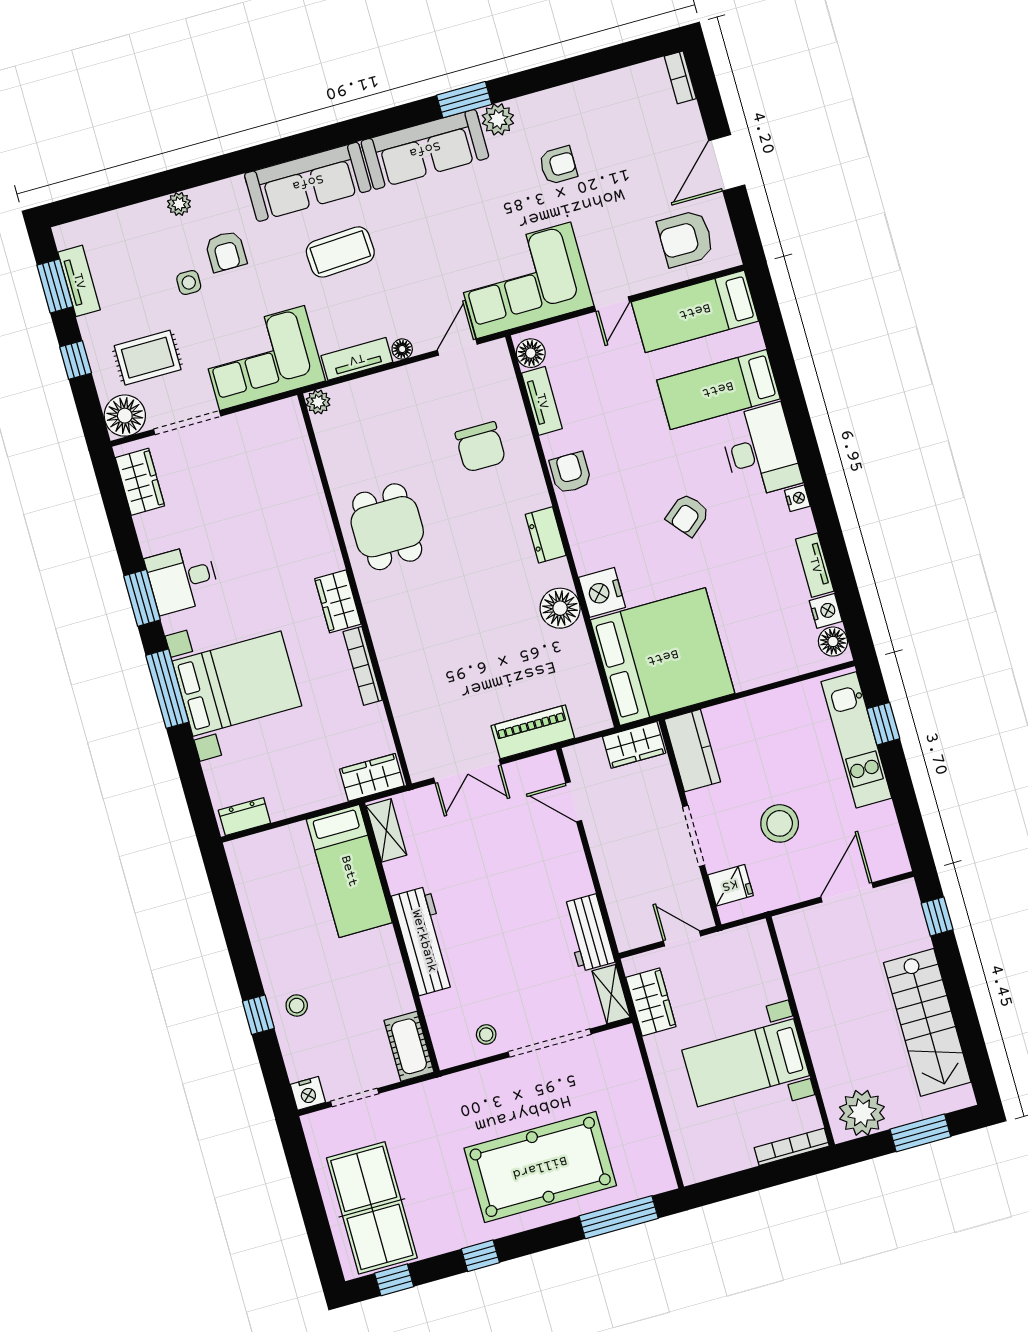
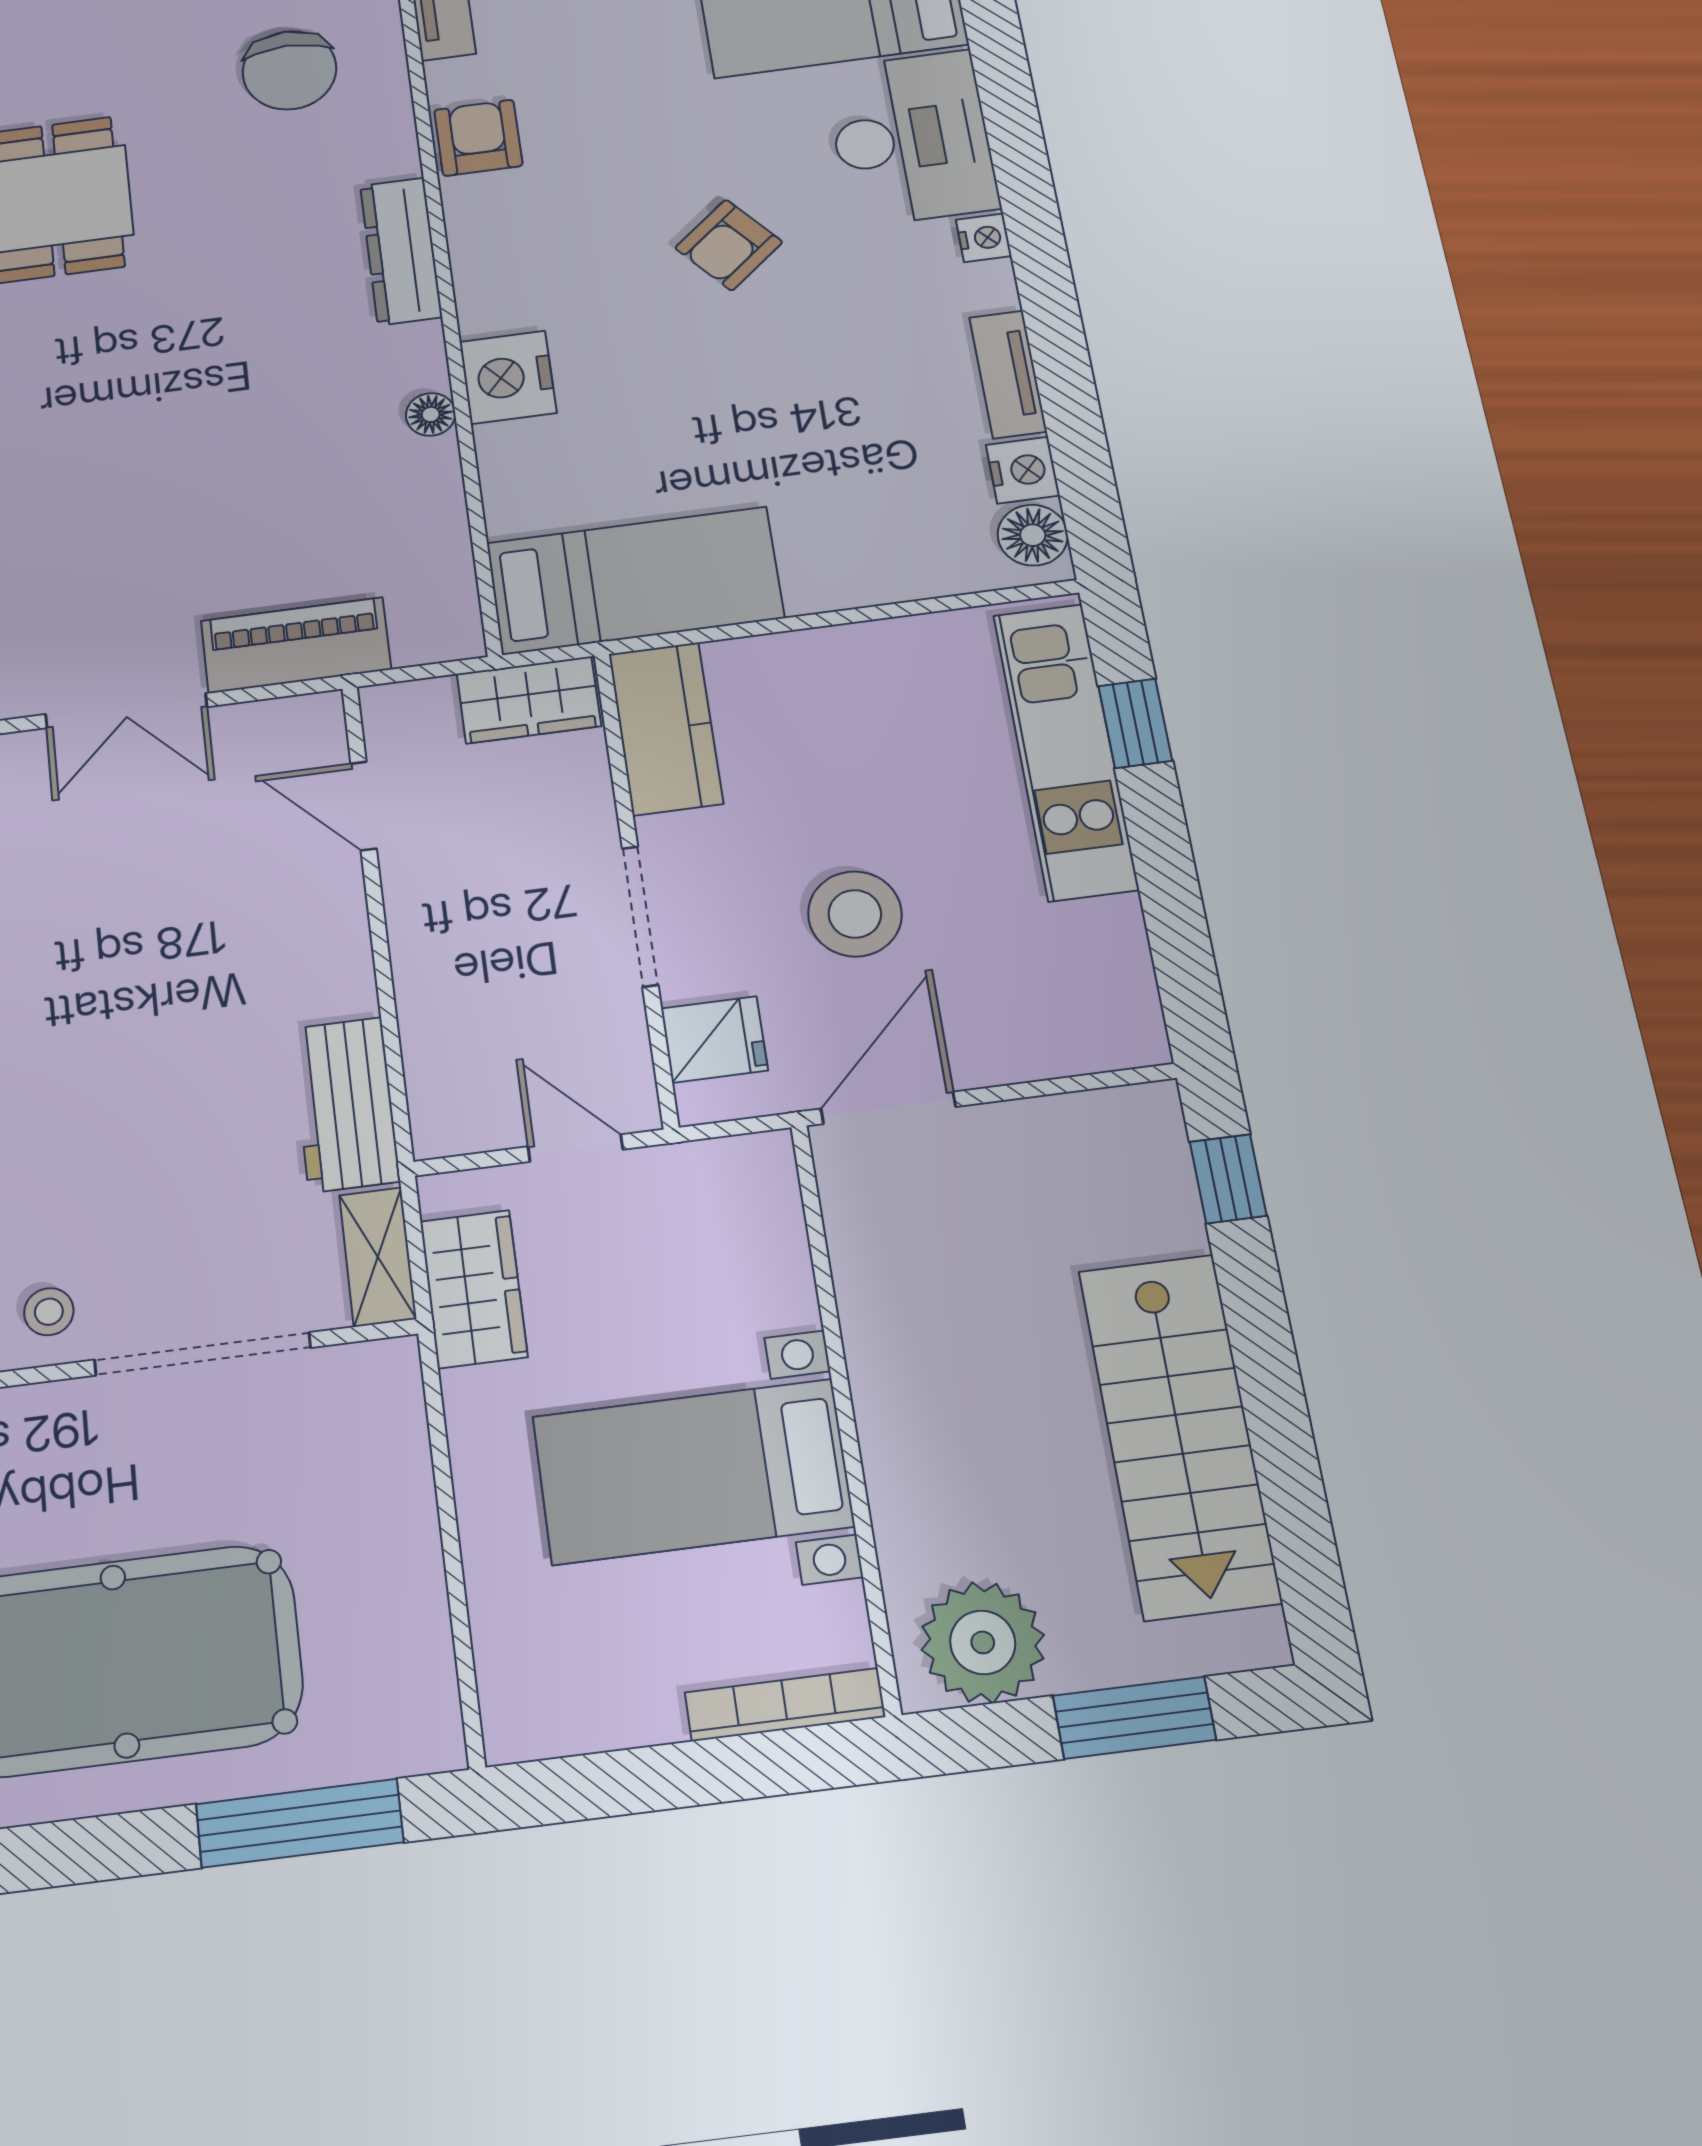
dresser: (546, 535) -> (401, 251), width x1.44
floor lamp: (560, 608) -> (431, 414), width x0.53, depth x0.53
bed: (663, 657) -> (635, 580), width x0.49
door: (847, 892) -> (888, 1108), moved

